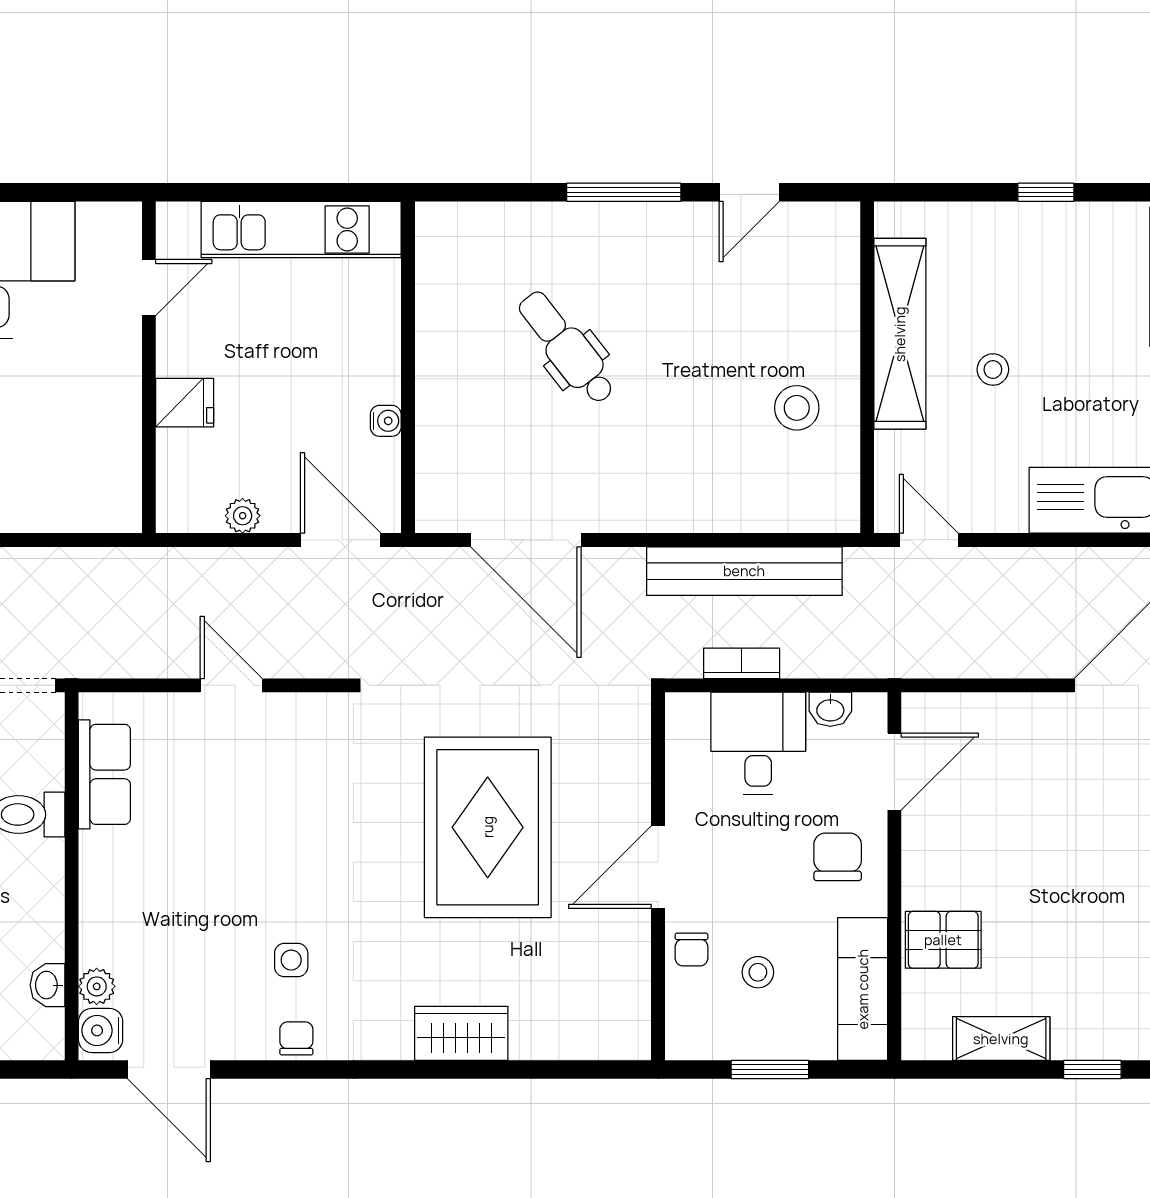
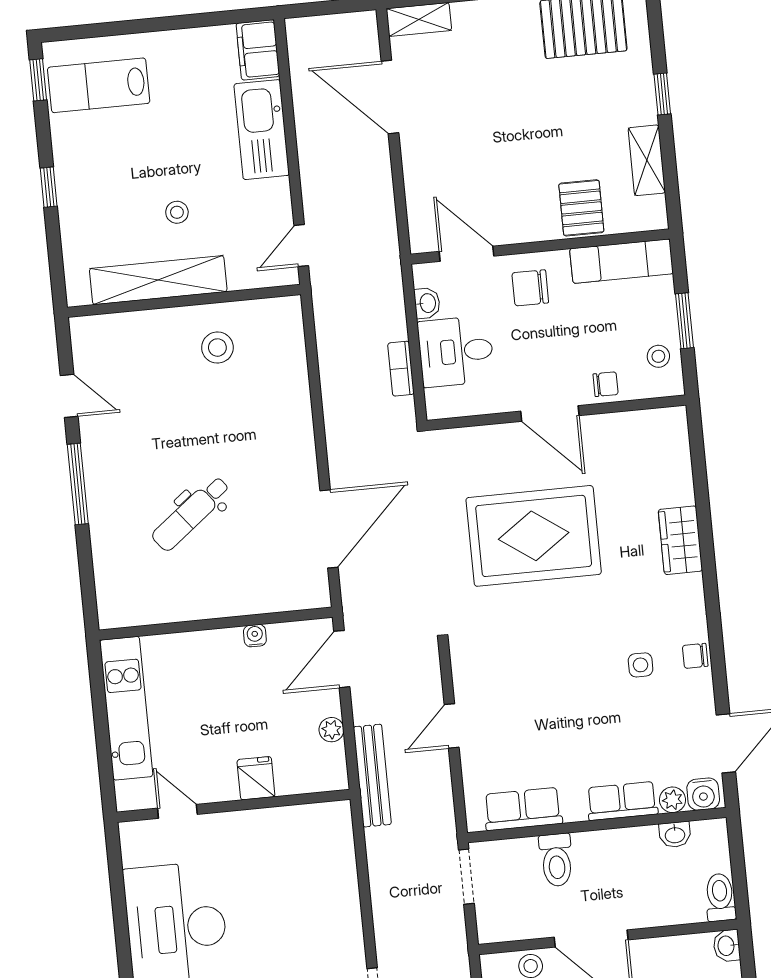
bench: (744, 571) -> (372, 776), moved, width x0.73, depth x0.82
row of seats: (102, 915) -> (622, 801), added
stool: (758, 972) -> (658, 356), moved

